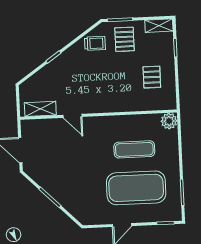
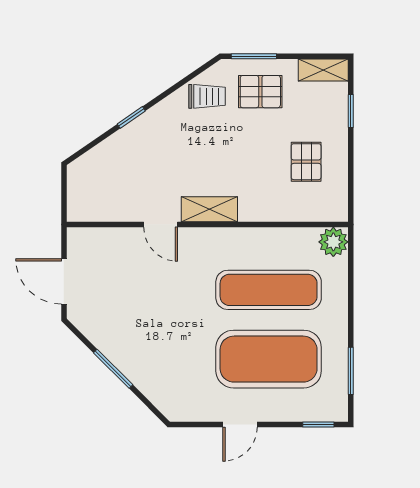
pallet: (124, 39) -> (260, 92), turned 90
shelving: (40, 109) -> (209, 209), moved
exercise mat: (134, 149) -> (269, 290), width x1.36, depth x1.45

